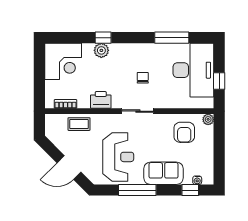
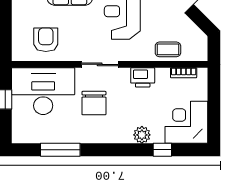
window: (103, 38) -> (162, 150), moved
desk: (193, 70) -> (43, 91), moved, turned 90
chair: (143, 78) -> (94, 103), width x1.87, depth x1.87
plant: (208, 119) -> (18, 55), removed

